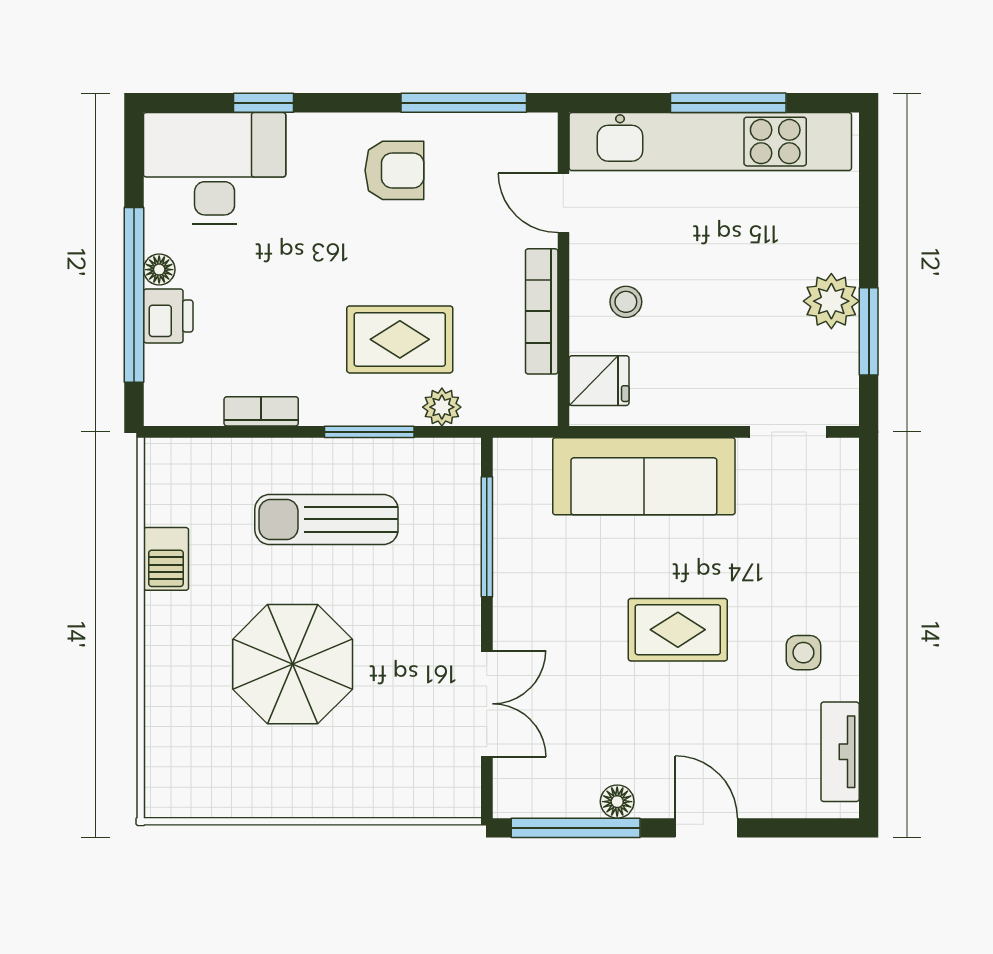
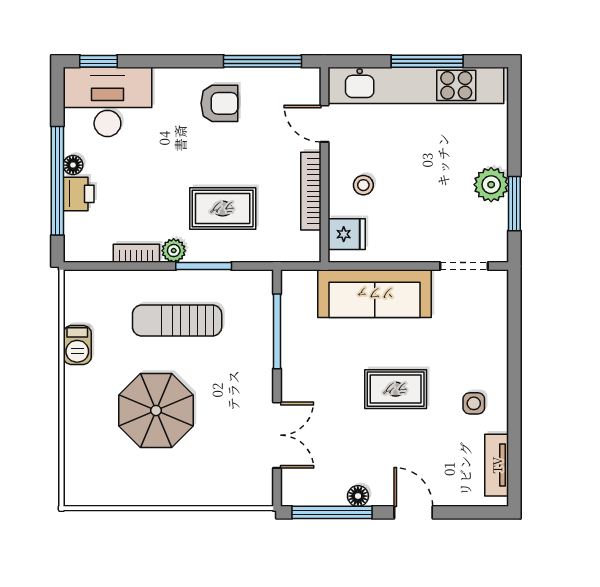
window: (264, 103) -> (99, 61), moved
plant: (442, 407) -> (174, 251), moved

